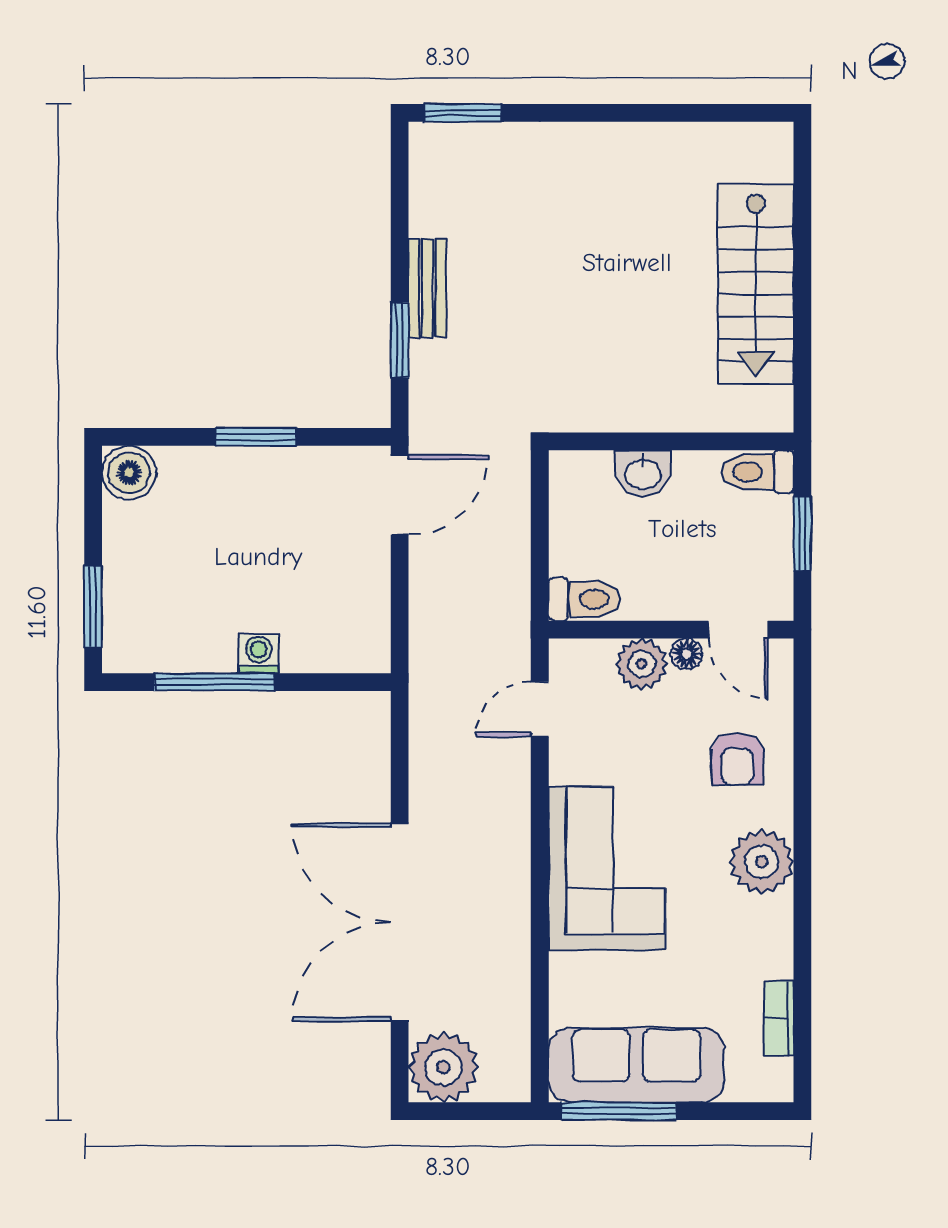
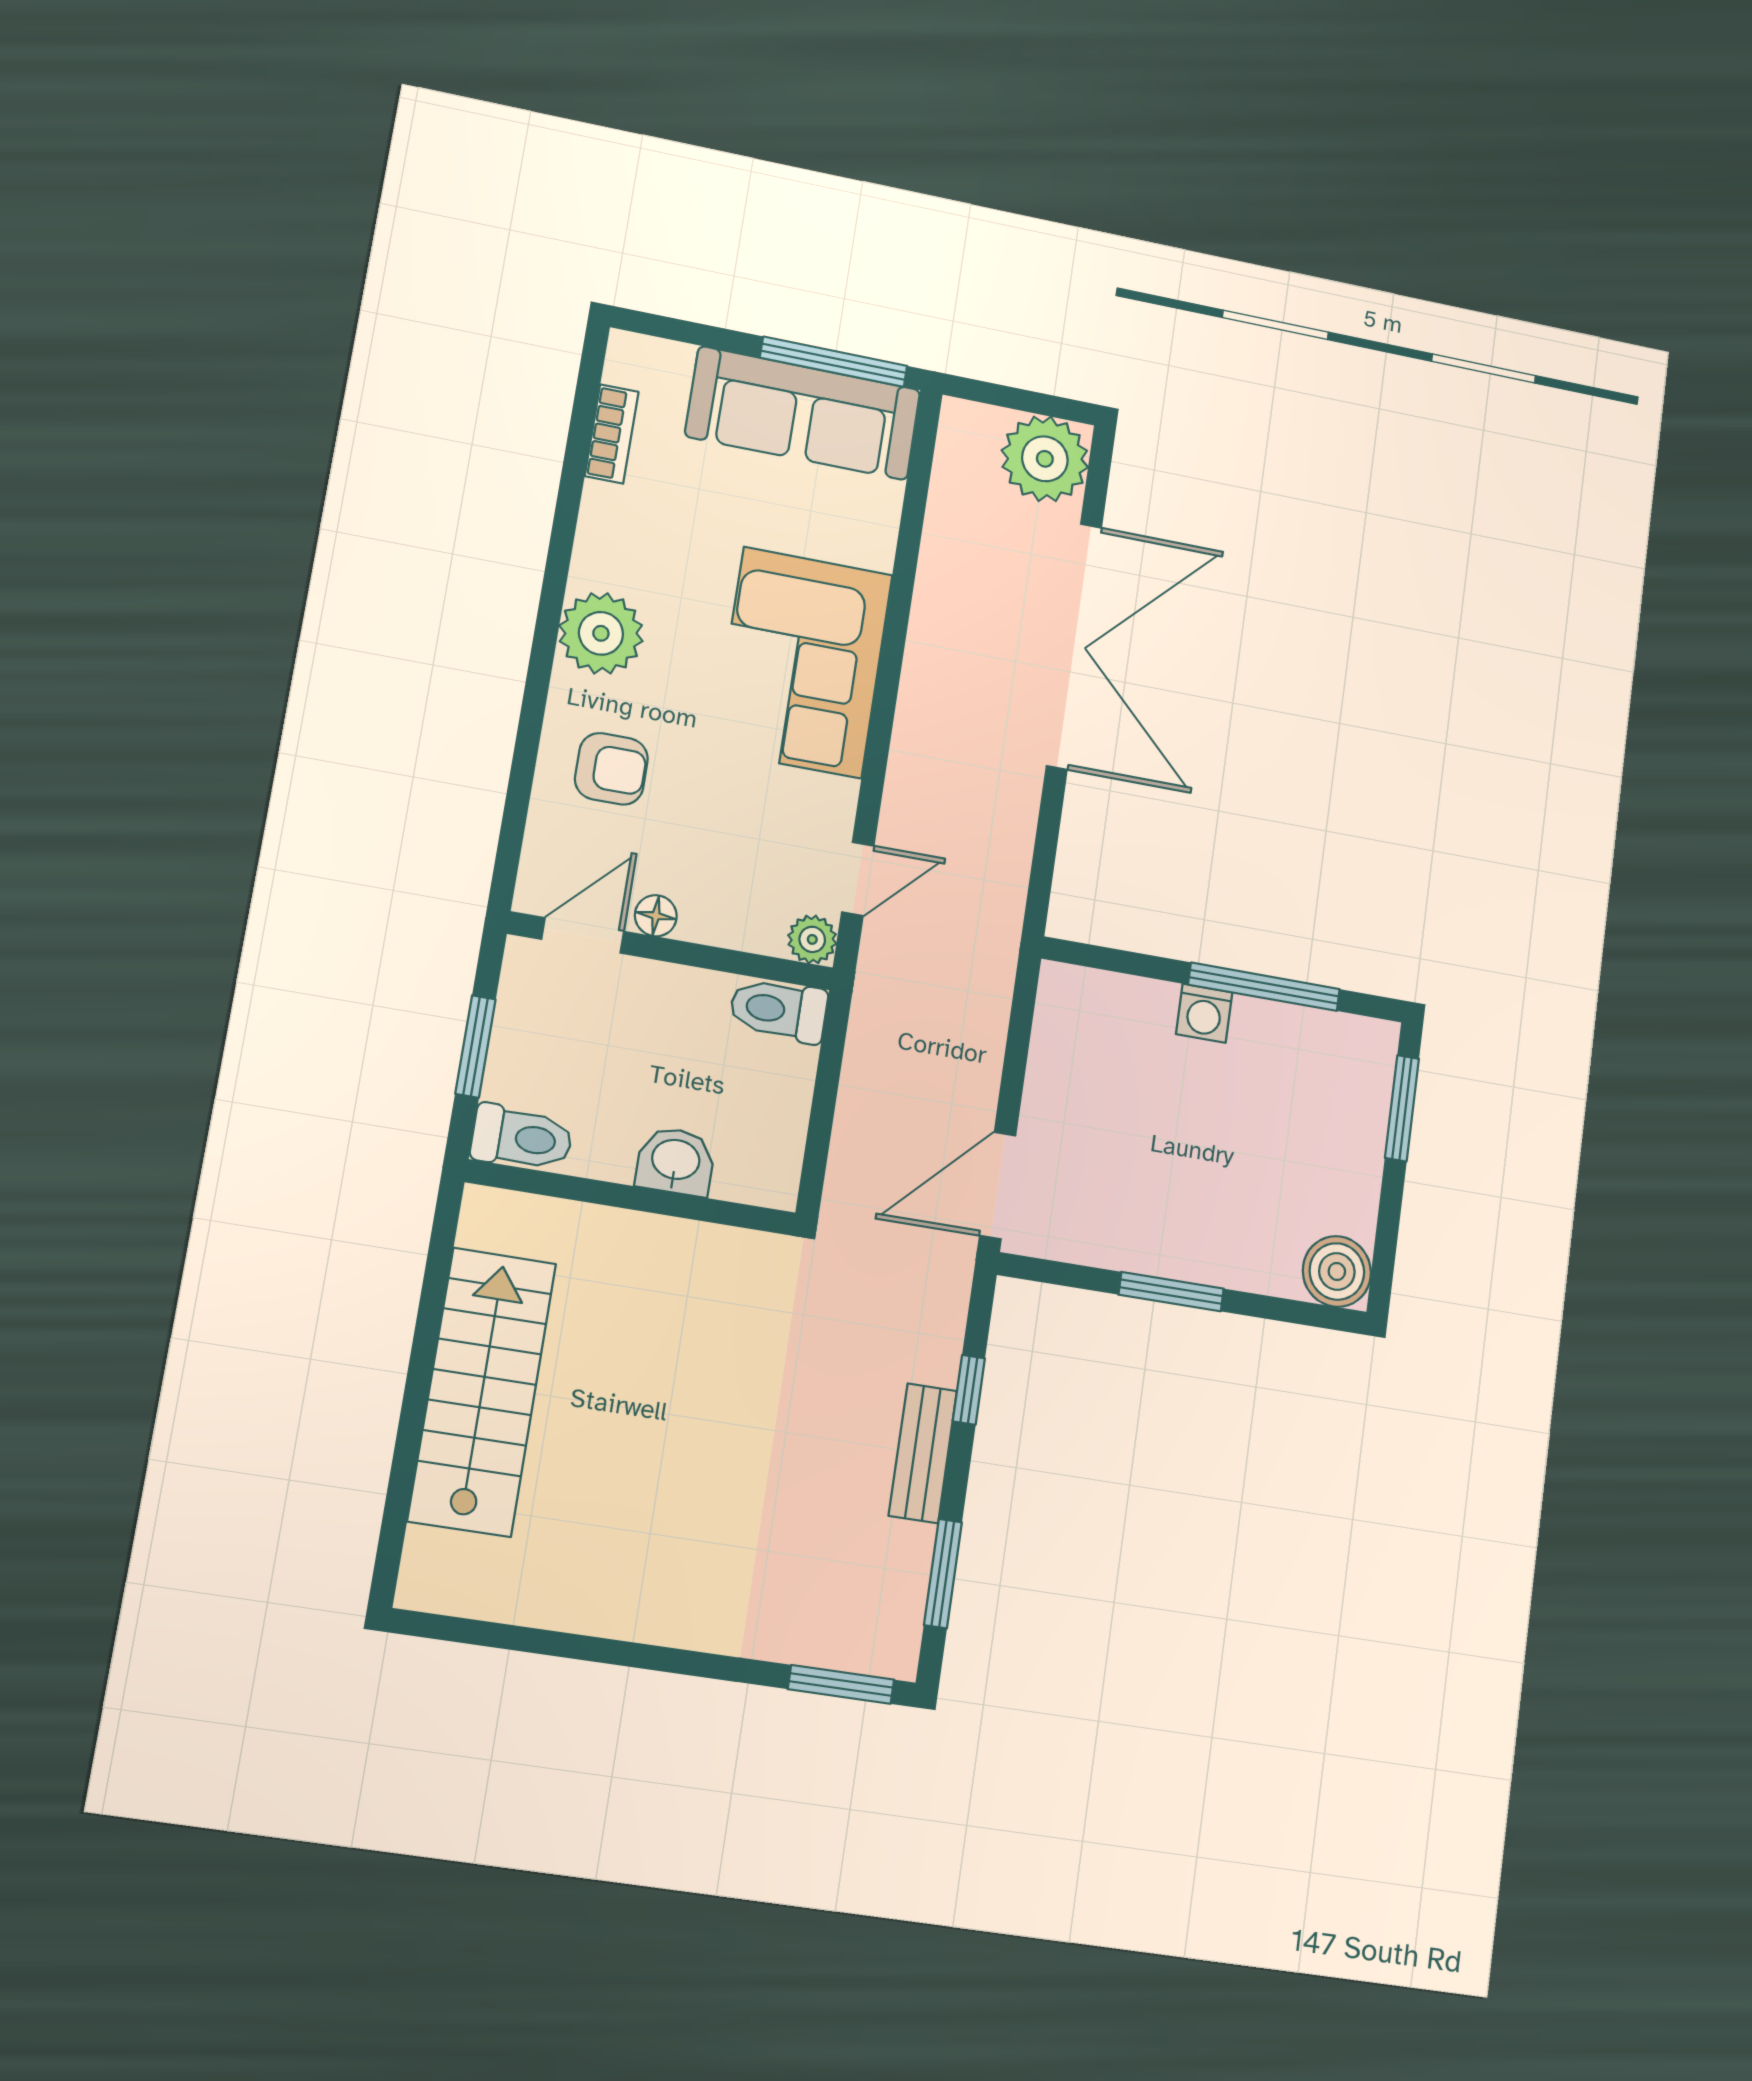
window: (400, 203) -> (943, 1574), added
window: (400, 340) -> (969, 1390), width x0.67
door: (738, 630) -> (583, 935), hinge flipped
plant: (642, 664) -> (812, 939), moved, width x0.73, depth x0.73
armchair: (737, 759) -> (611, 769), turned 90

